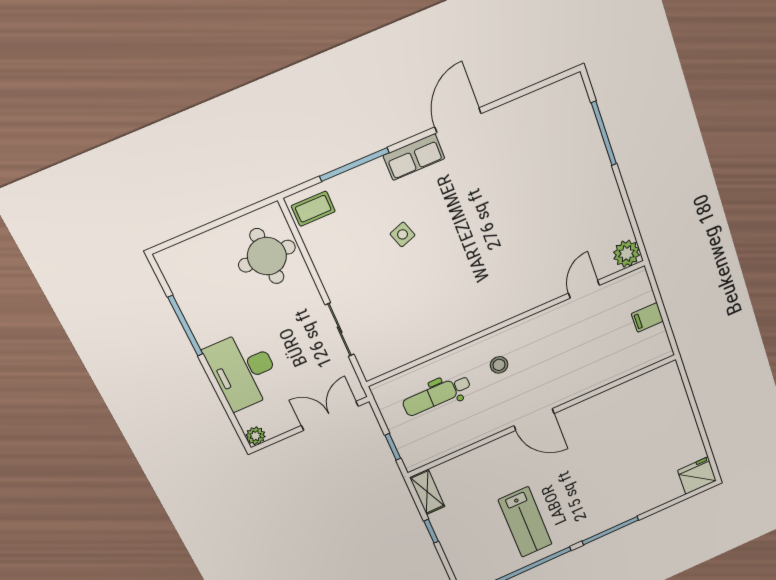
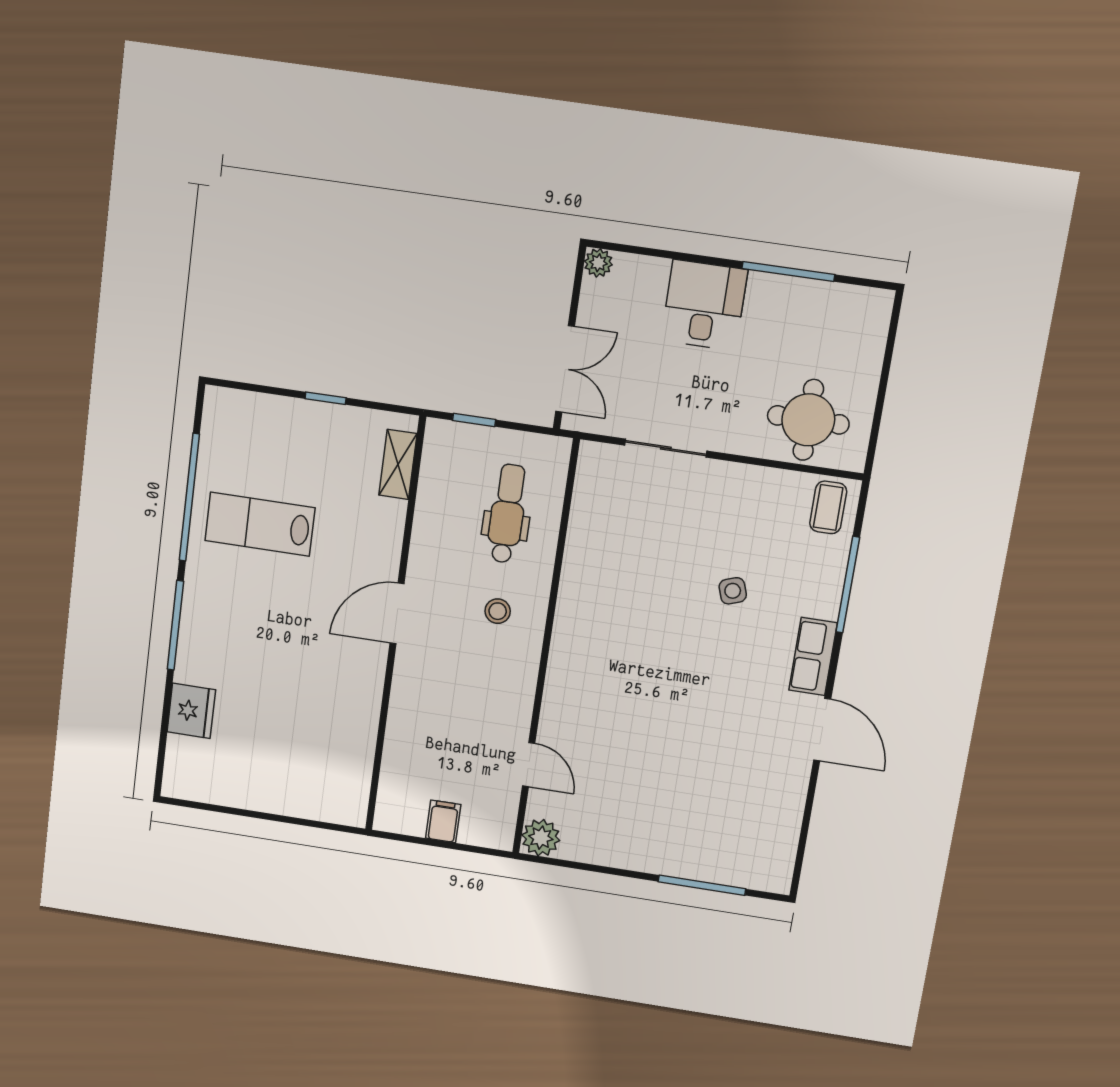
desk: (244, 370) -> (704, 305), width x0.73
fridge: (697, 476) -> (191, 711), moved
shelving: (427, 492) -> (398, 464), moved, turned 90

